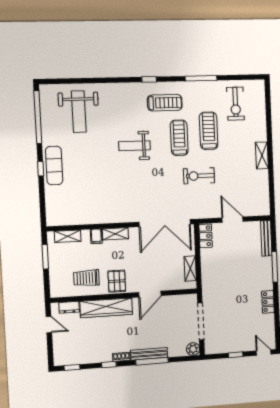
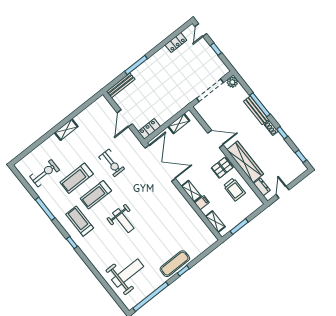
locker: (268, 302) -> (176, 43), moved

